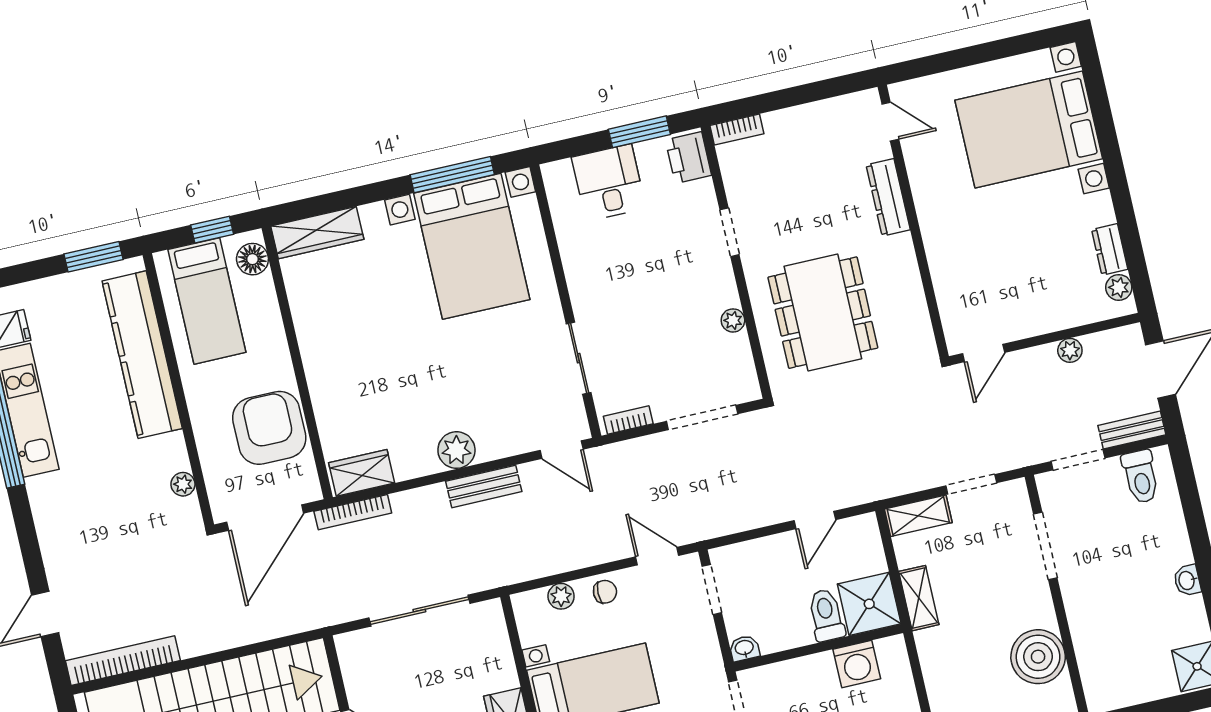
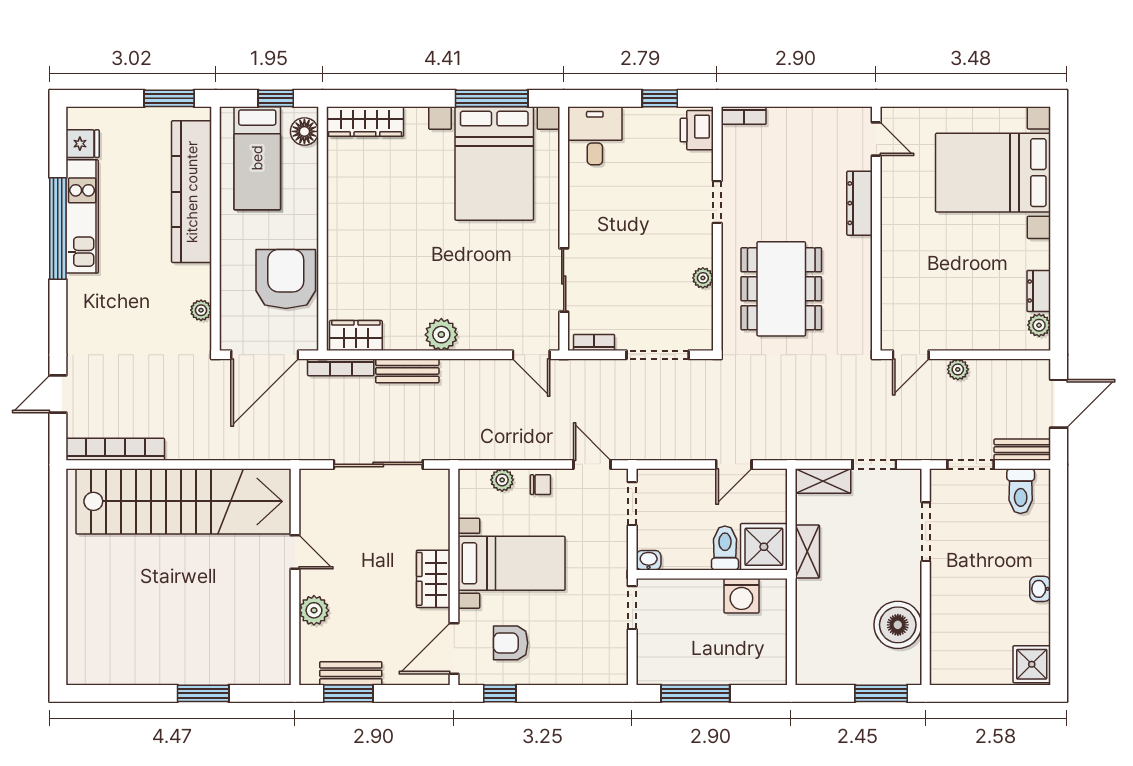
window: (639, 132) -> (660, 98), width x0.67
desk: (609, 183) -> (595, 136), moved
plant: (1070, 350) -> (958, 369), moved
bench: (484, 486) -> (407, 371), moved

